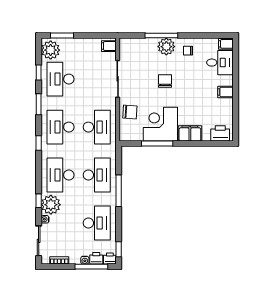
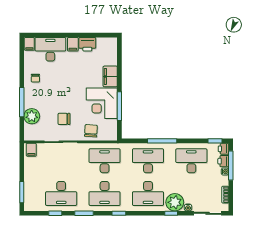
plant: (166, 47) -> (32, 116), moved
plant: (51, 50) -> (35, 203), removed
desk: (220, 63) -> (50, 49), width x1.37
chair: (165, 81) -> (64, 119), moved
printer: (220, 133) -> (87, 44), moved, turned -90

